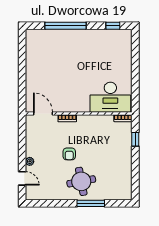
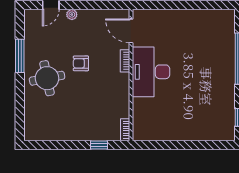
desk: (110, 97) -> (151, 72), moved
door: (43, 113) -> (131, 31), swing flipped
window: (91, 203) -> (20, 56), moved

